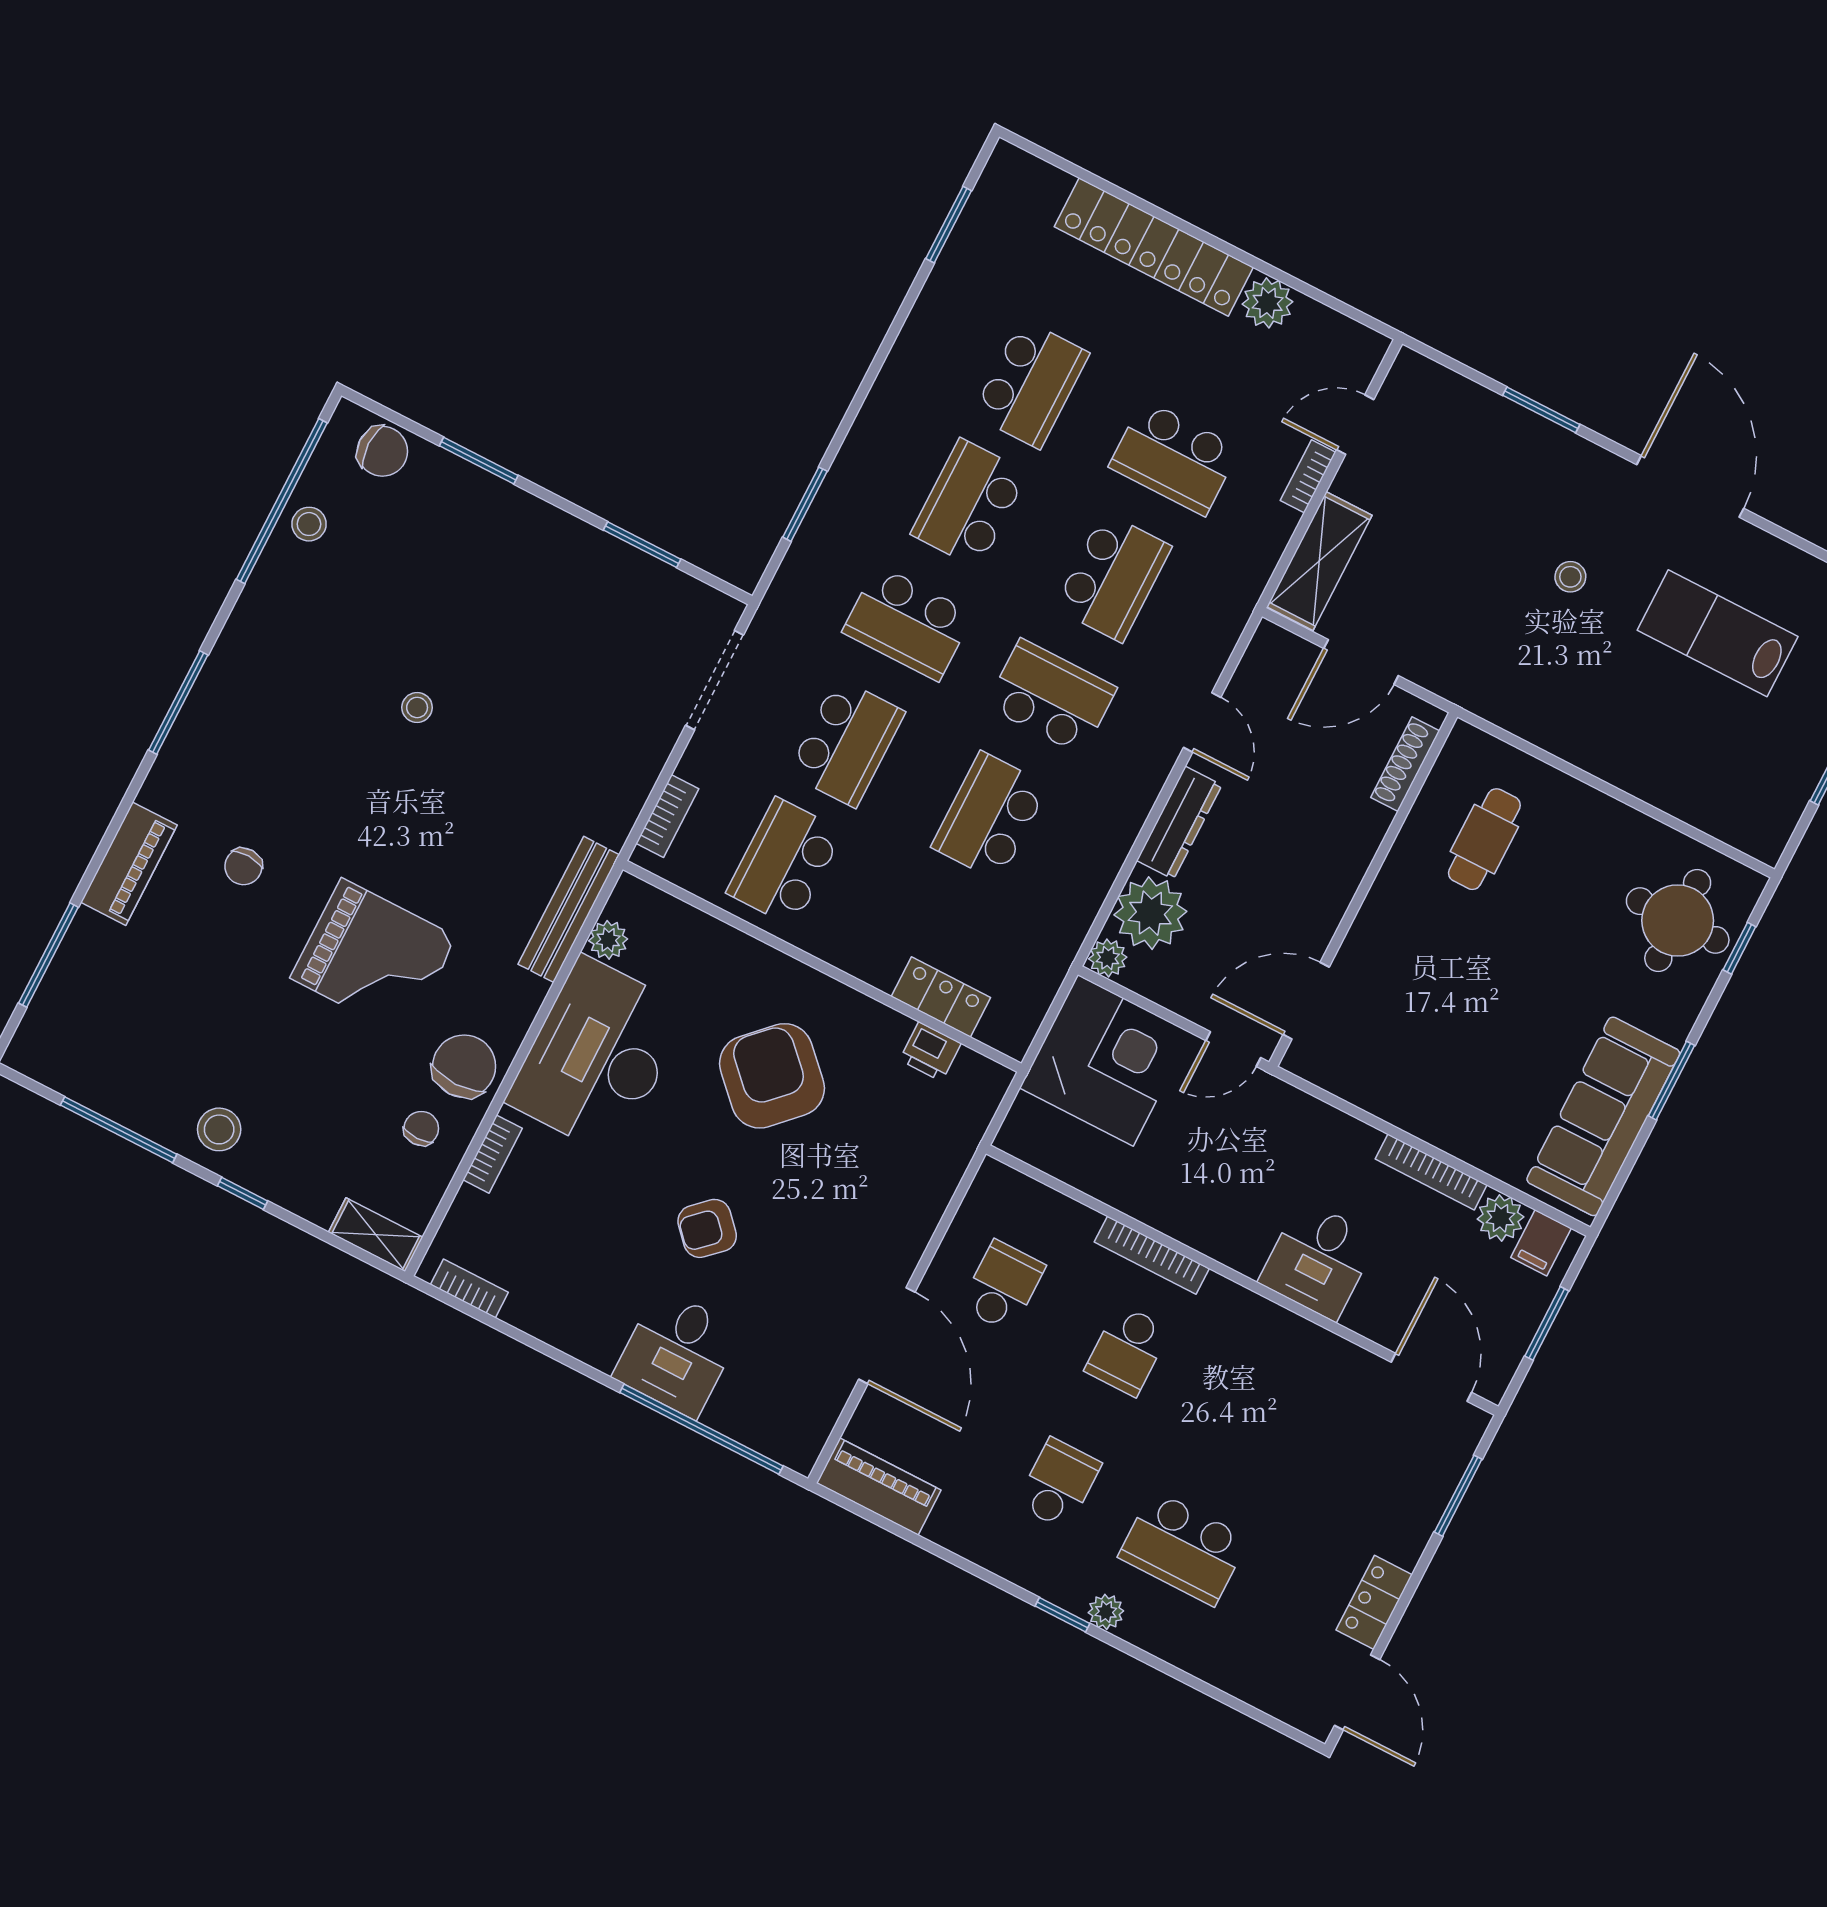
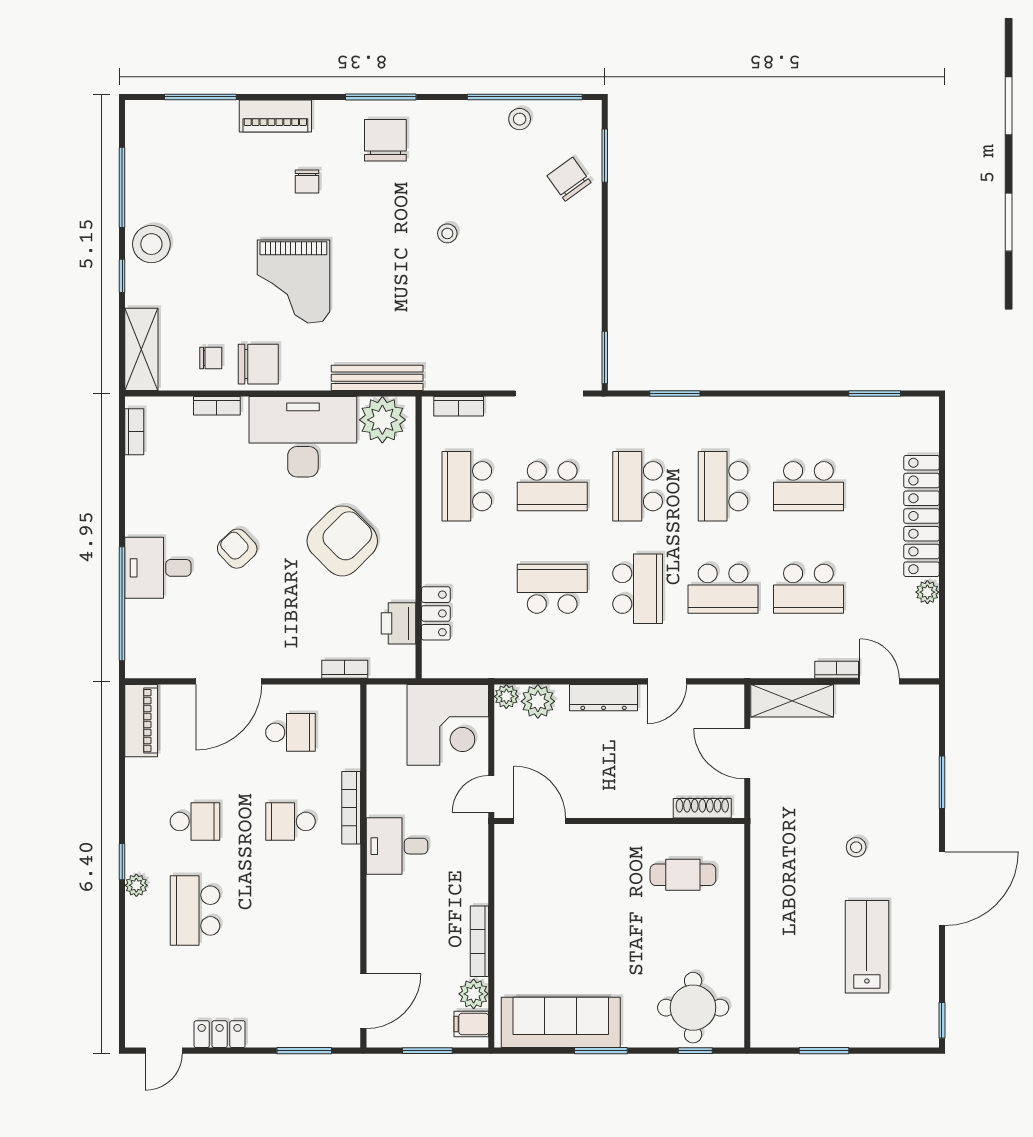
plant: (1268, 303) -> (927, 592), width x0.73, depth x0.73
chair: (382, 451) -> (569, 179), moved, turned 144
school desk: (1174, 458) -> (808, 589), turned -90
window: (479, 461) -> (605, 156), moved
school desk: (969, 503) -> (723, 486), turned -90
window: (642, 545) -> (605, 358), moved
chair: (242, 727) -> (385, 140), added
school desk: (785, 862) -> (467, 486), turned -90
chair: (243, 866) -> (307, 181), turned -92
plant: (1150, 913) -> (538, 701), width x0.73, depth x0.73
plant: (608, 940) -> (382, 420), width x1.87, depth x1.87
door: (1233, 1049) -> (491, 794), hinge flipped
printer: (930, 1052) -> (399, 623), width x1.36, depth x1.24
stool: (219, 1129) -> (151, 244), width x1.38, depth x1.38
bookcase: (953, 1165) -> (345, 669), added
shelving: (376, 1235) -> (141, 349), width x1.50, depth x1.33
desk: (1318, 1260) -> (397, 846), moved
door: (1357, 1692) -> (164, 1051), width x0.73

